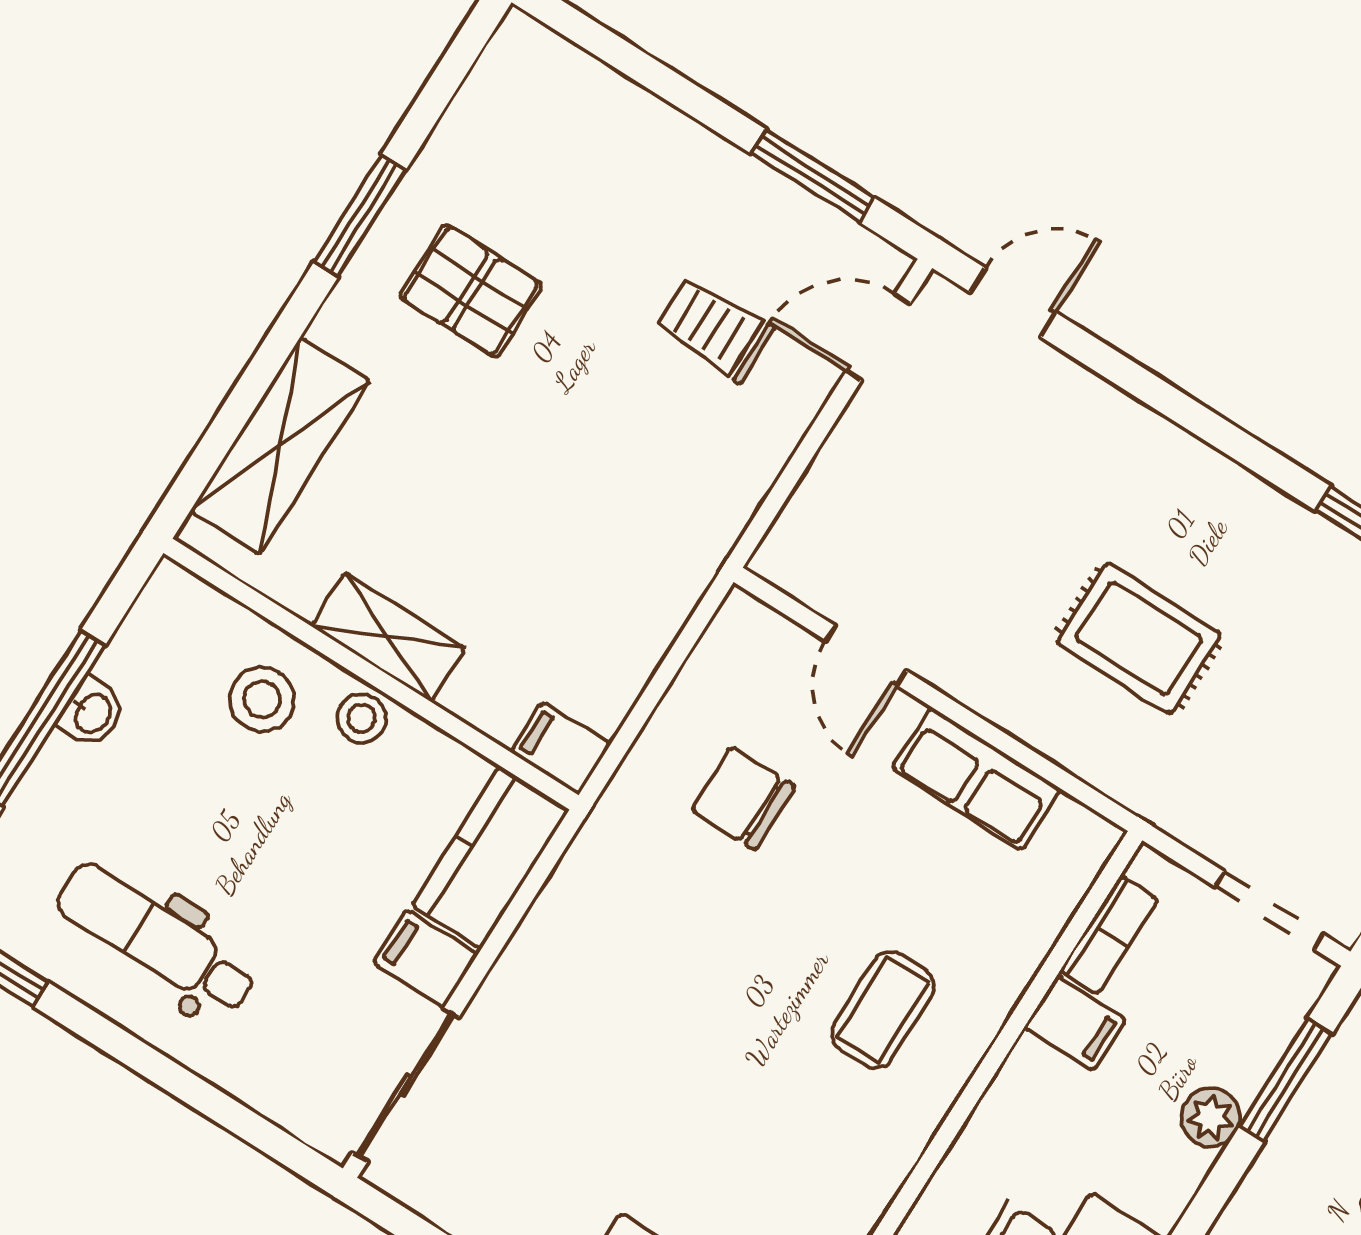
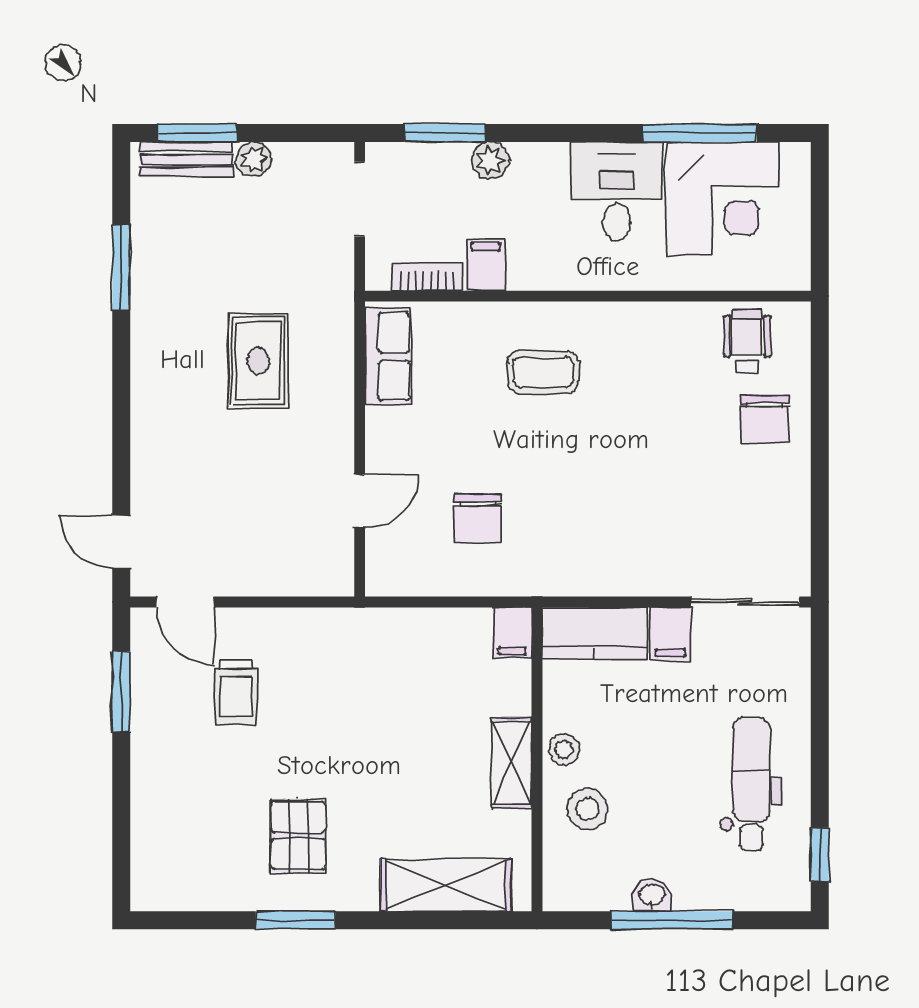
row of seats: (976, 779) -> (388, 357), moved
dental chair: (157, 939) -> (751, 784), turned 180

